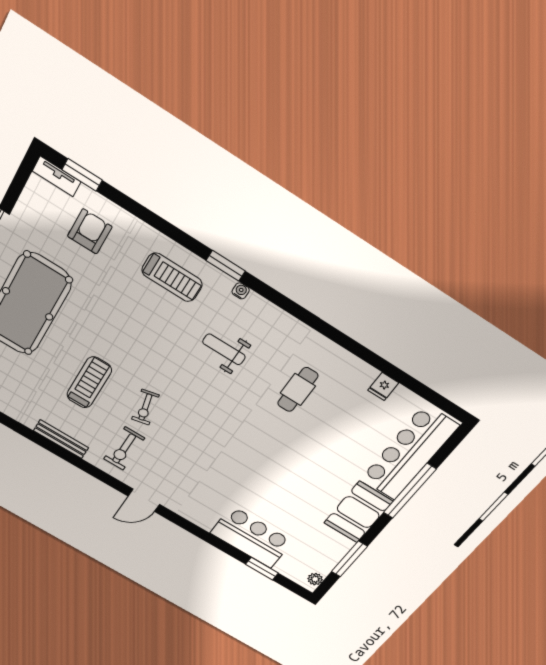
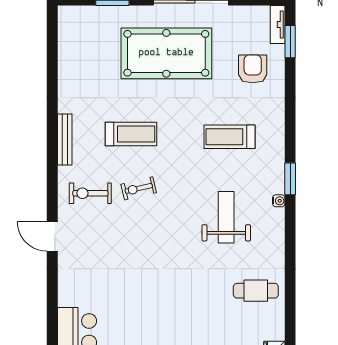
armchair: (90, 231) -> (253, 69), turned -90
treadmill: (172, 277) -> (230, 137), moved, turned 90
weight bench: (224, 349) -> (226, 217), width x1.36, depth x1.33
cafe table: (298, 390) -> (256, 291), moved

